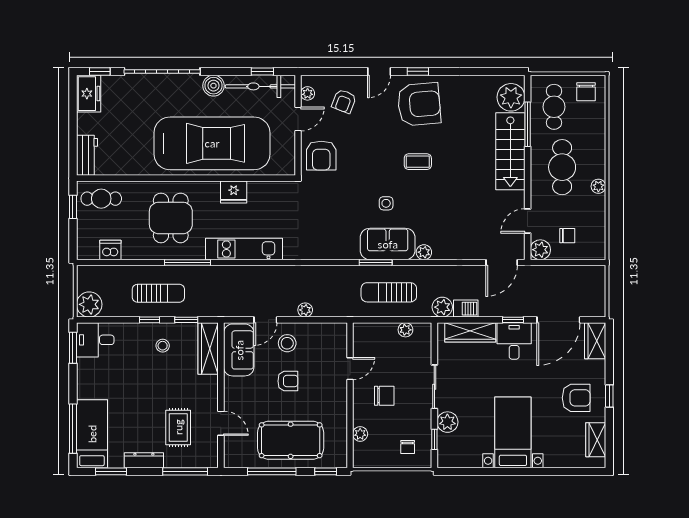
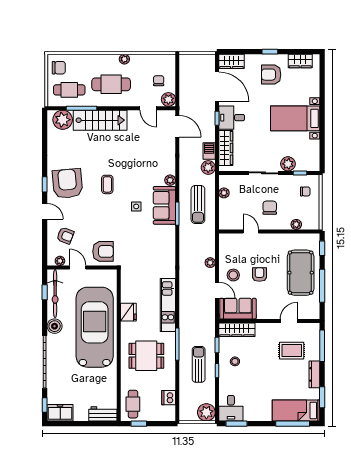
armchair: (576, 398) -> (271, 75), turned -90

